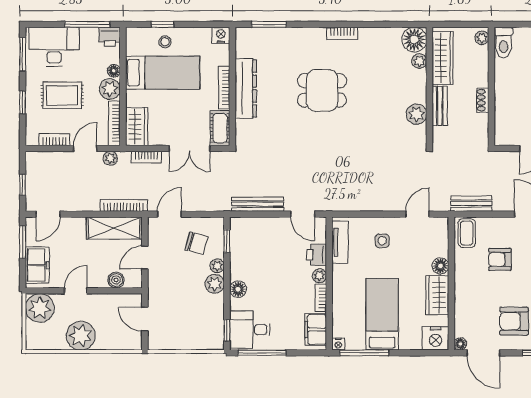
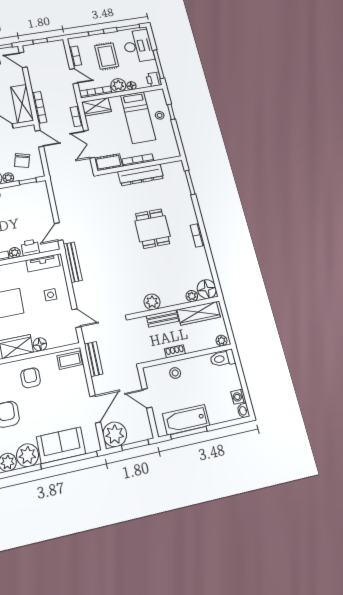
nightstand: (221, 35) -> (174, 151), removed
stool: (509, 106) -> (175, 373), added
plant: (110, 158) -> (71, 93), removed
bench: (258, 204) -> (73, 262), moved
armchair: (500, 259) -> (31, 378), moved

